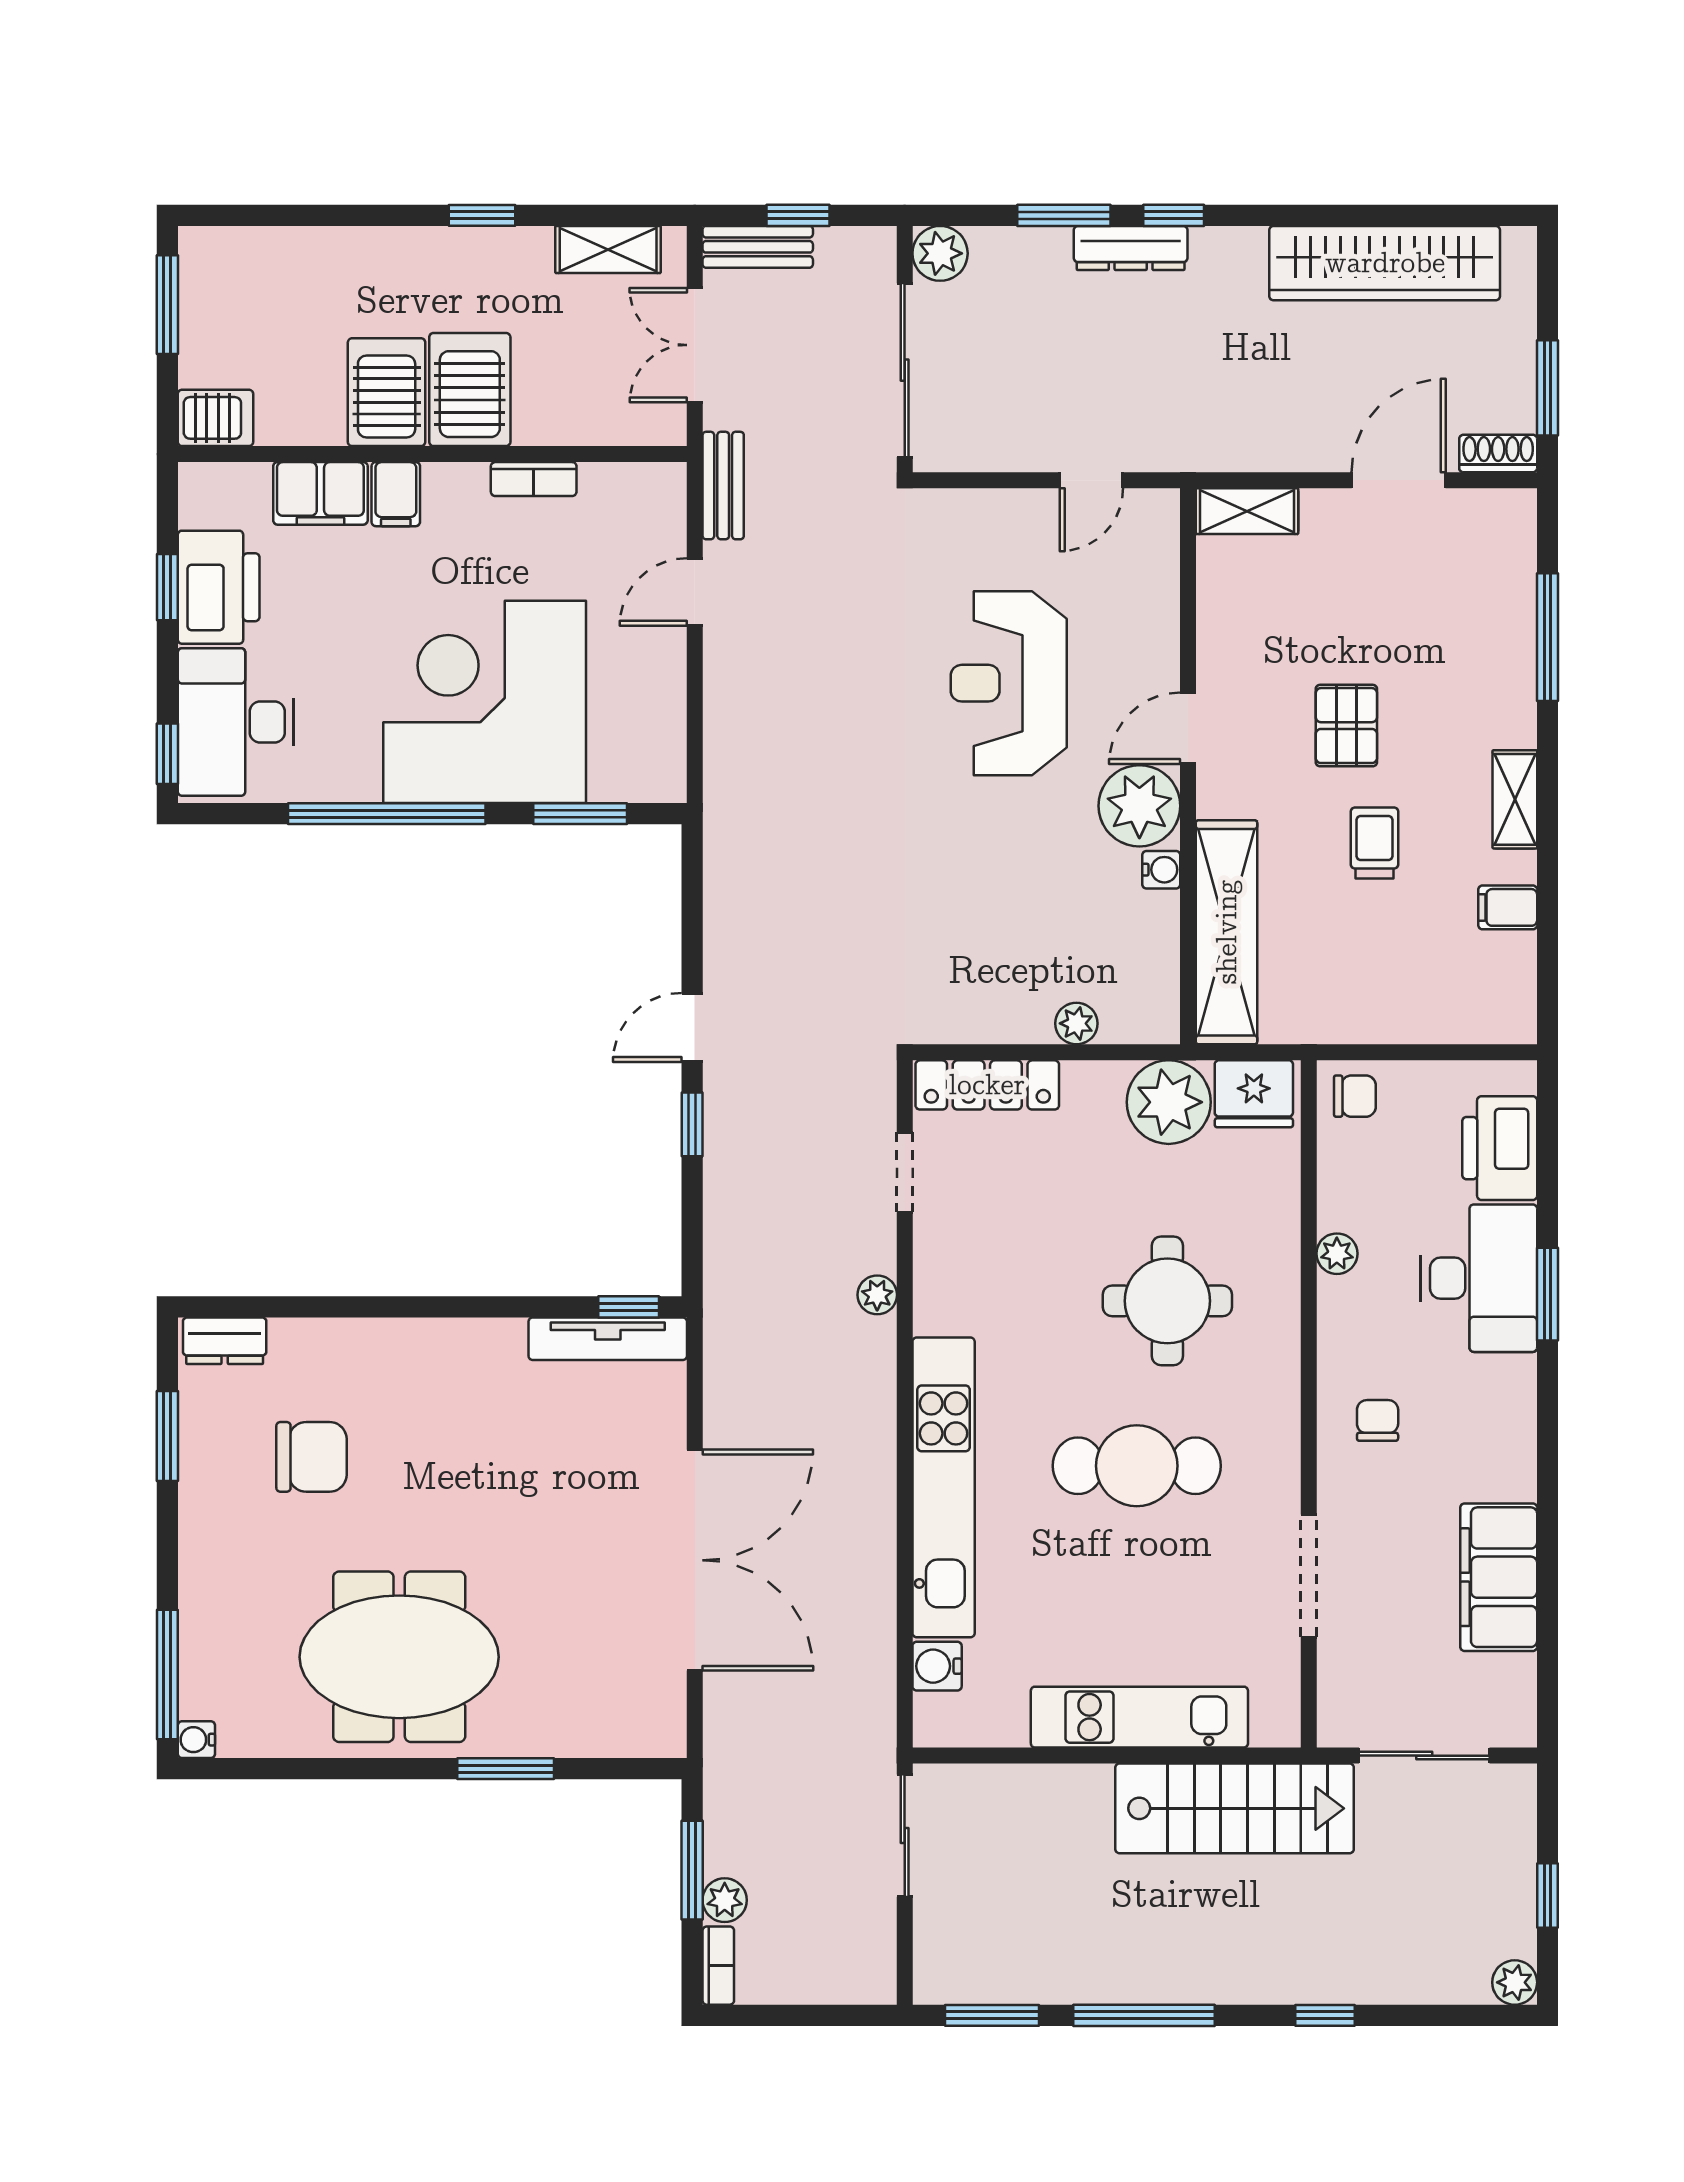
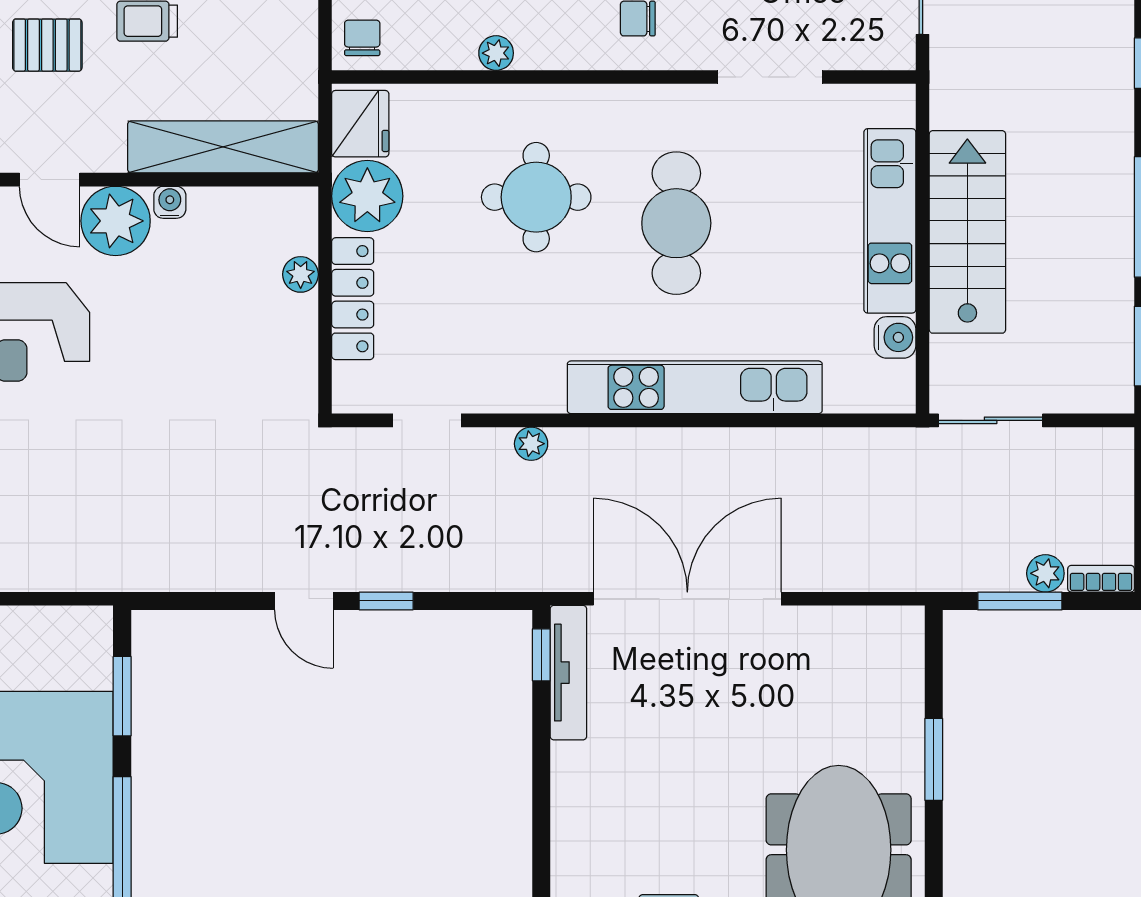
locker: (987, 1085) -> (353, 299), moved
double door: (695, 1560) -> (687, 599), moved
water cooler: (937, 1666) -> (895, 337), moved, turned -90
stairs: (1235, 1808) -> (967, 232), moved

